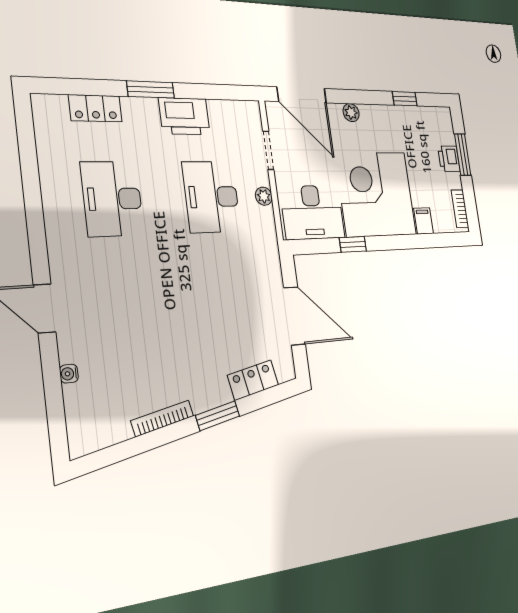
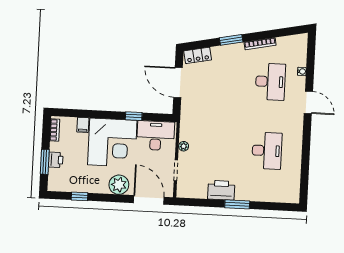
locker: (95, 108) -> (268, 196), removed
plant: (351, 113) -> (119, 185), width x1.88, depth x1.88
desk: (212, 197) -> (270, 82), moved
locker: (253, 380) -> (198, 55), moved

